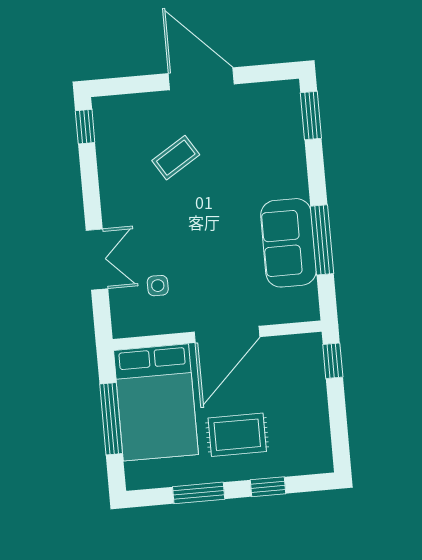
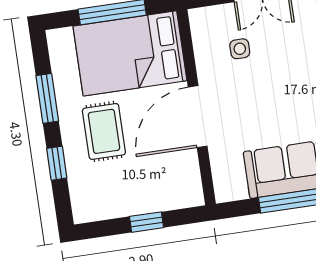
door: (227, 334) -> (198, 117), hinge flipped
window: (333, 361) -> (147, 222), moved

